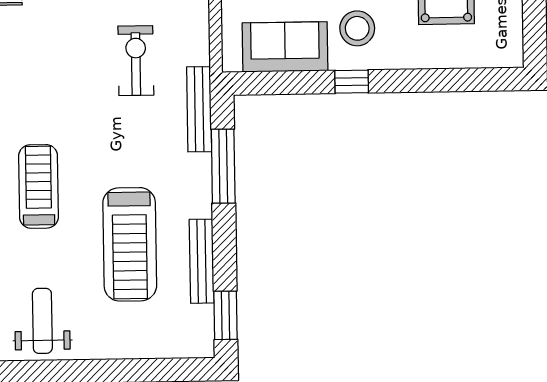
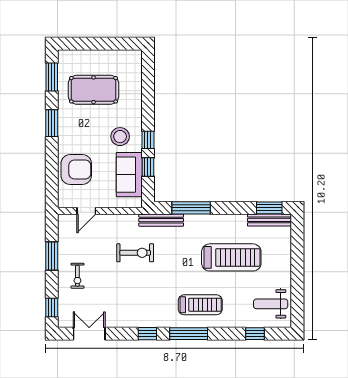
exercise bike: (136, 61) -> (135, 253), turned 180
window: (300, 82) -> (148, 167), added
treadmill: (39, 186) -> (200, 305), turned 180
bench: (202, 261) -> (270, 220), moved

